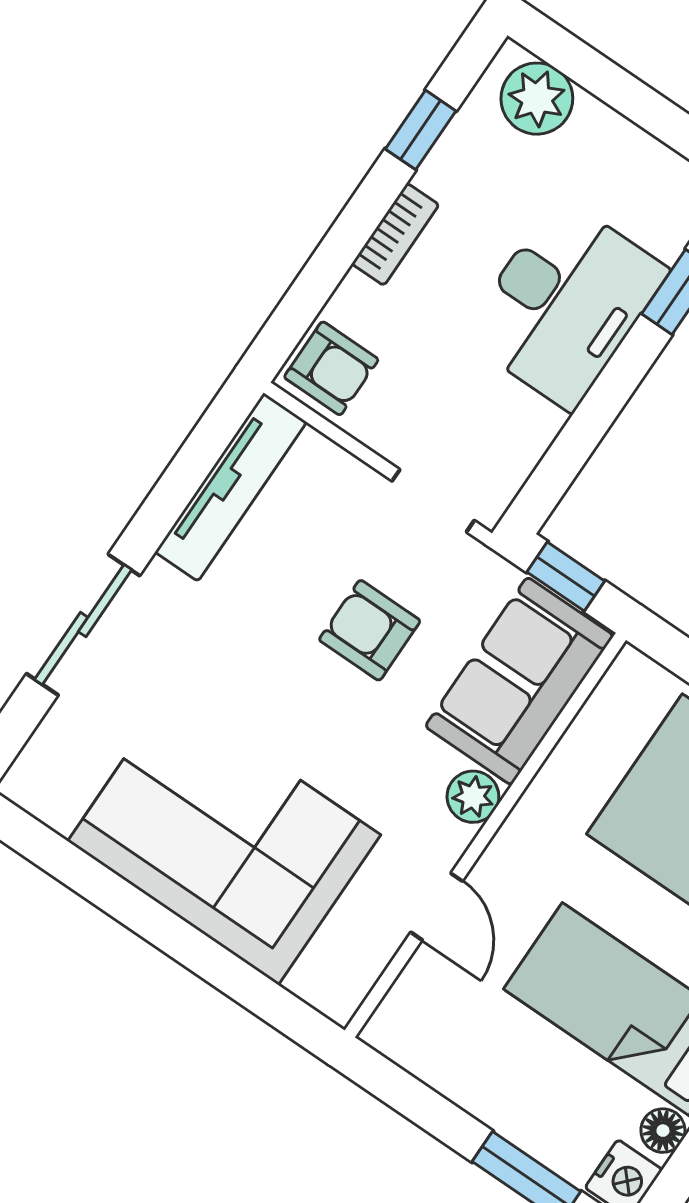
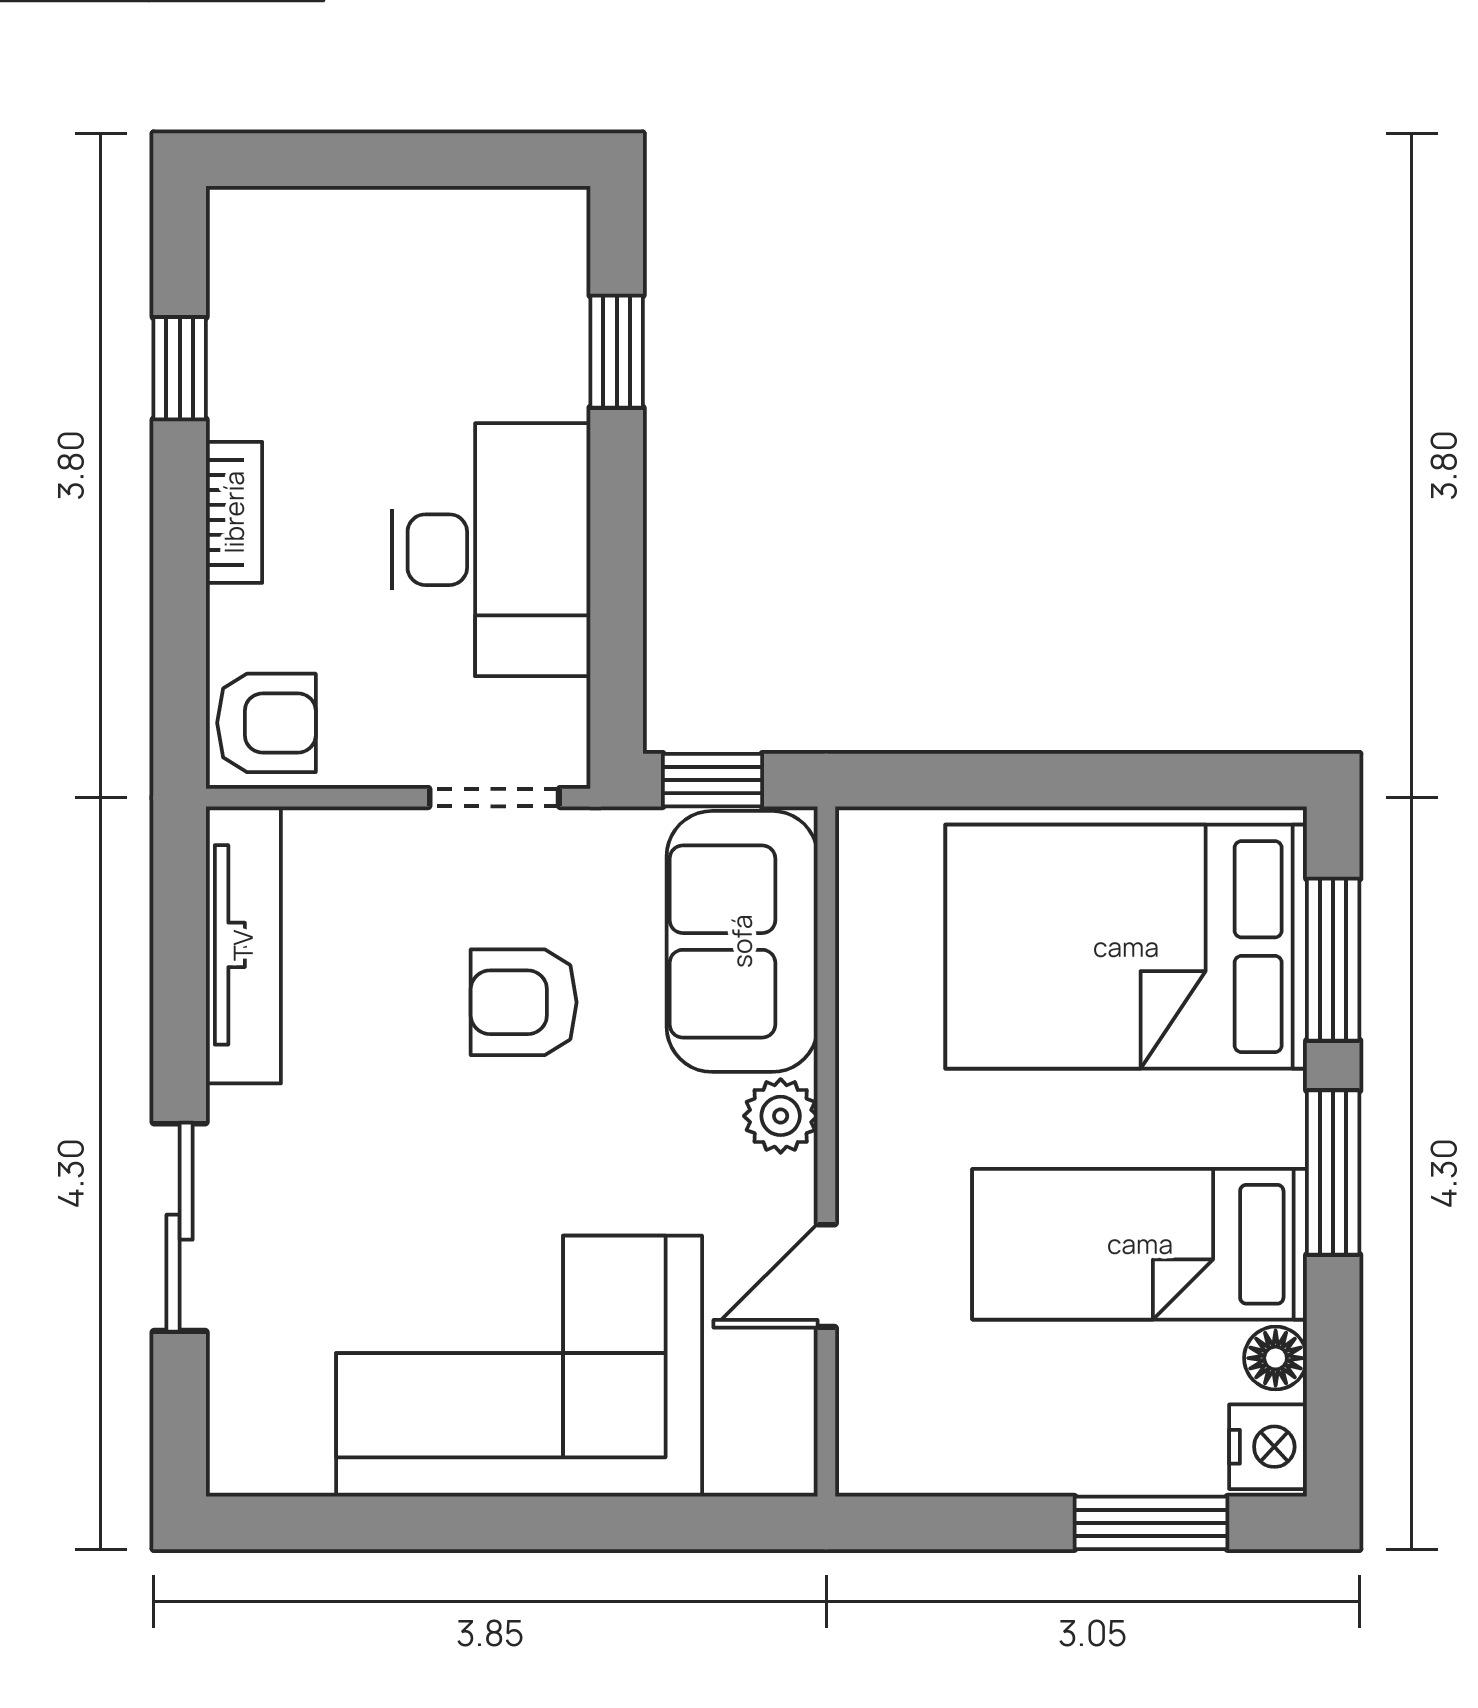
plant: (537, 99) -> (292, 237), removed
desk: (565, 304) -> (491, 550), moved
door: (437, 907) -> (826, 1276), swing flipped

